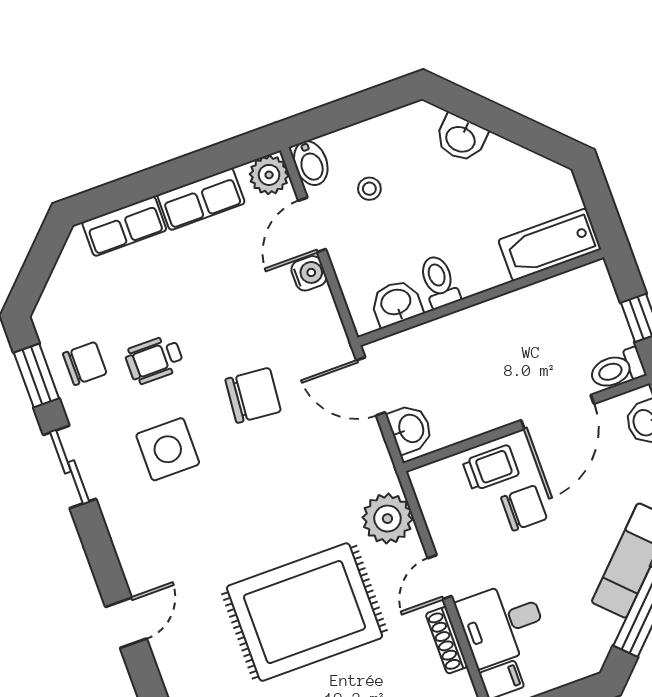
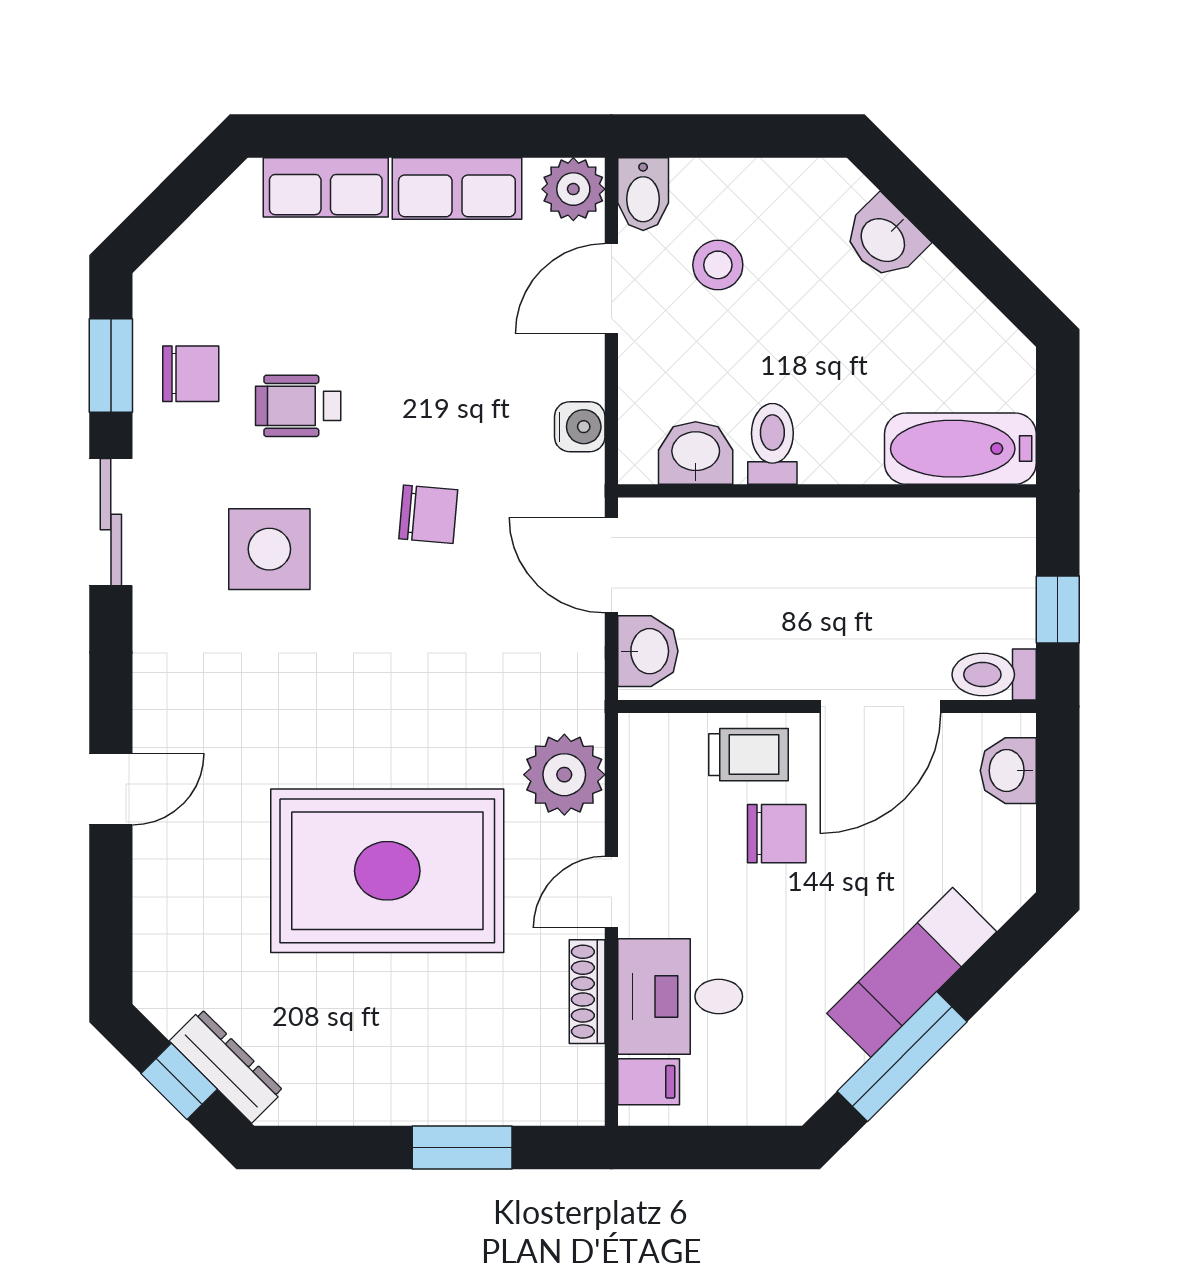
stool: (369, 189) -> (718, 265), width x1.37, depth x1.37
water cooler: (309, 273) -> (580, 427), moved
chair: (253, 395) -> (428, 514), width x0.73, depth x0.73

